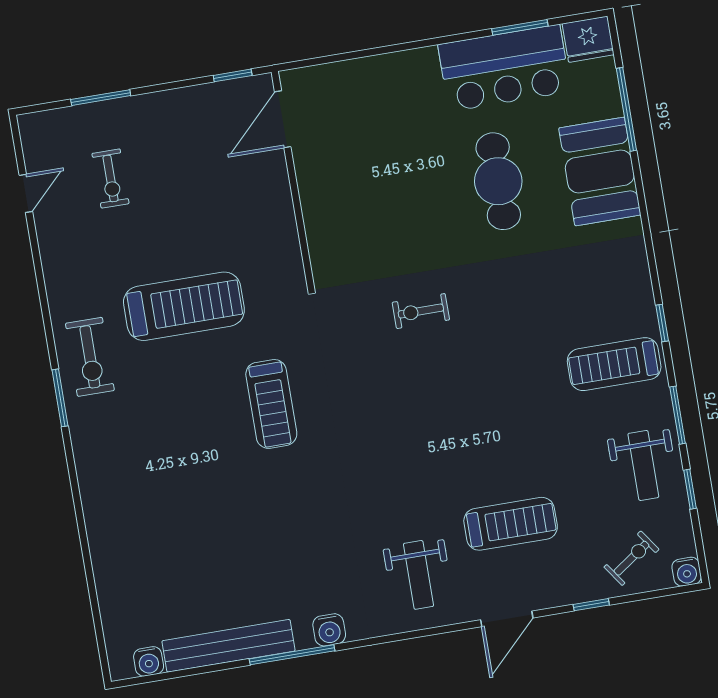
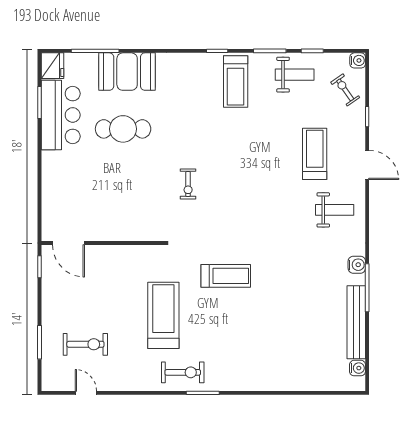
exercise bike: (111, 179) -> (85, 344), width x1.38, depth x1.39

